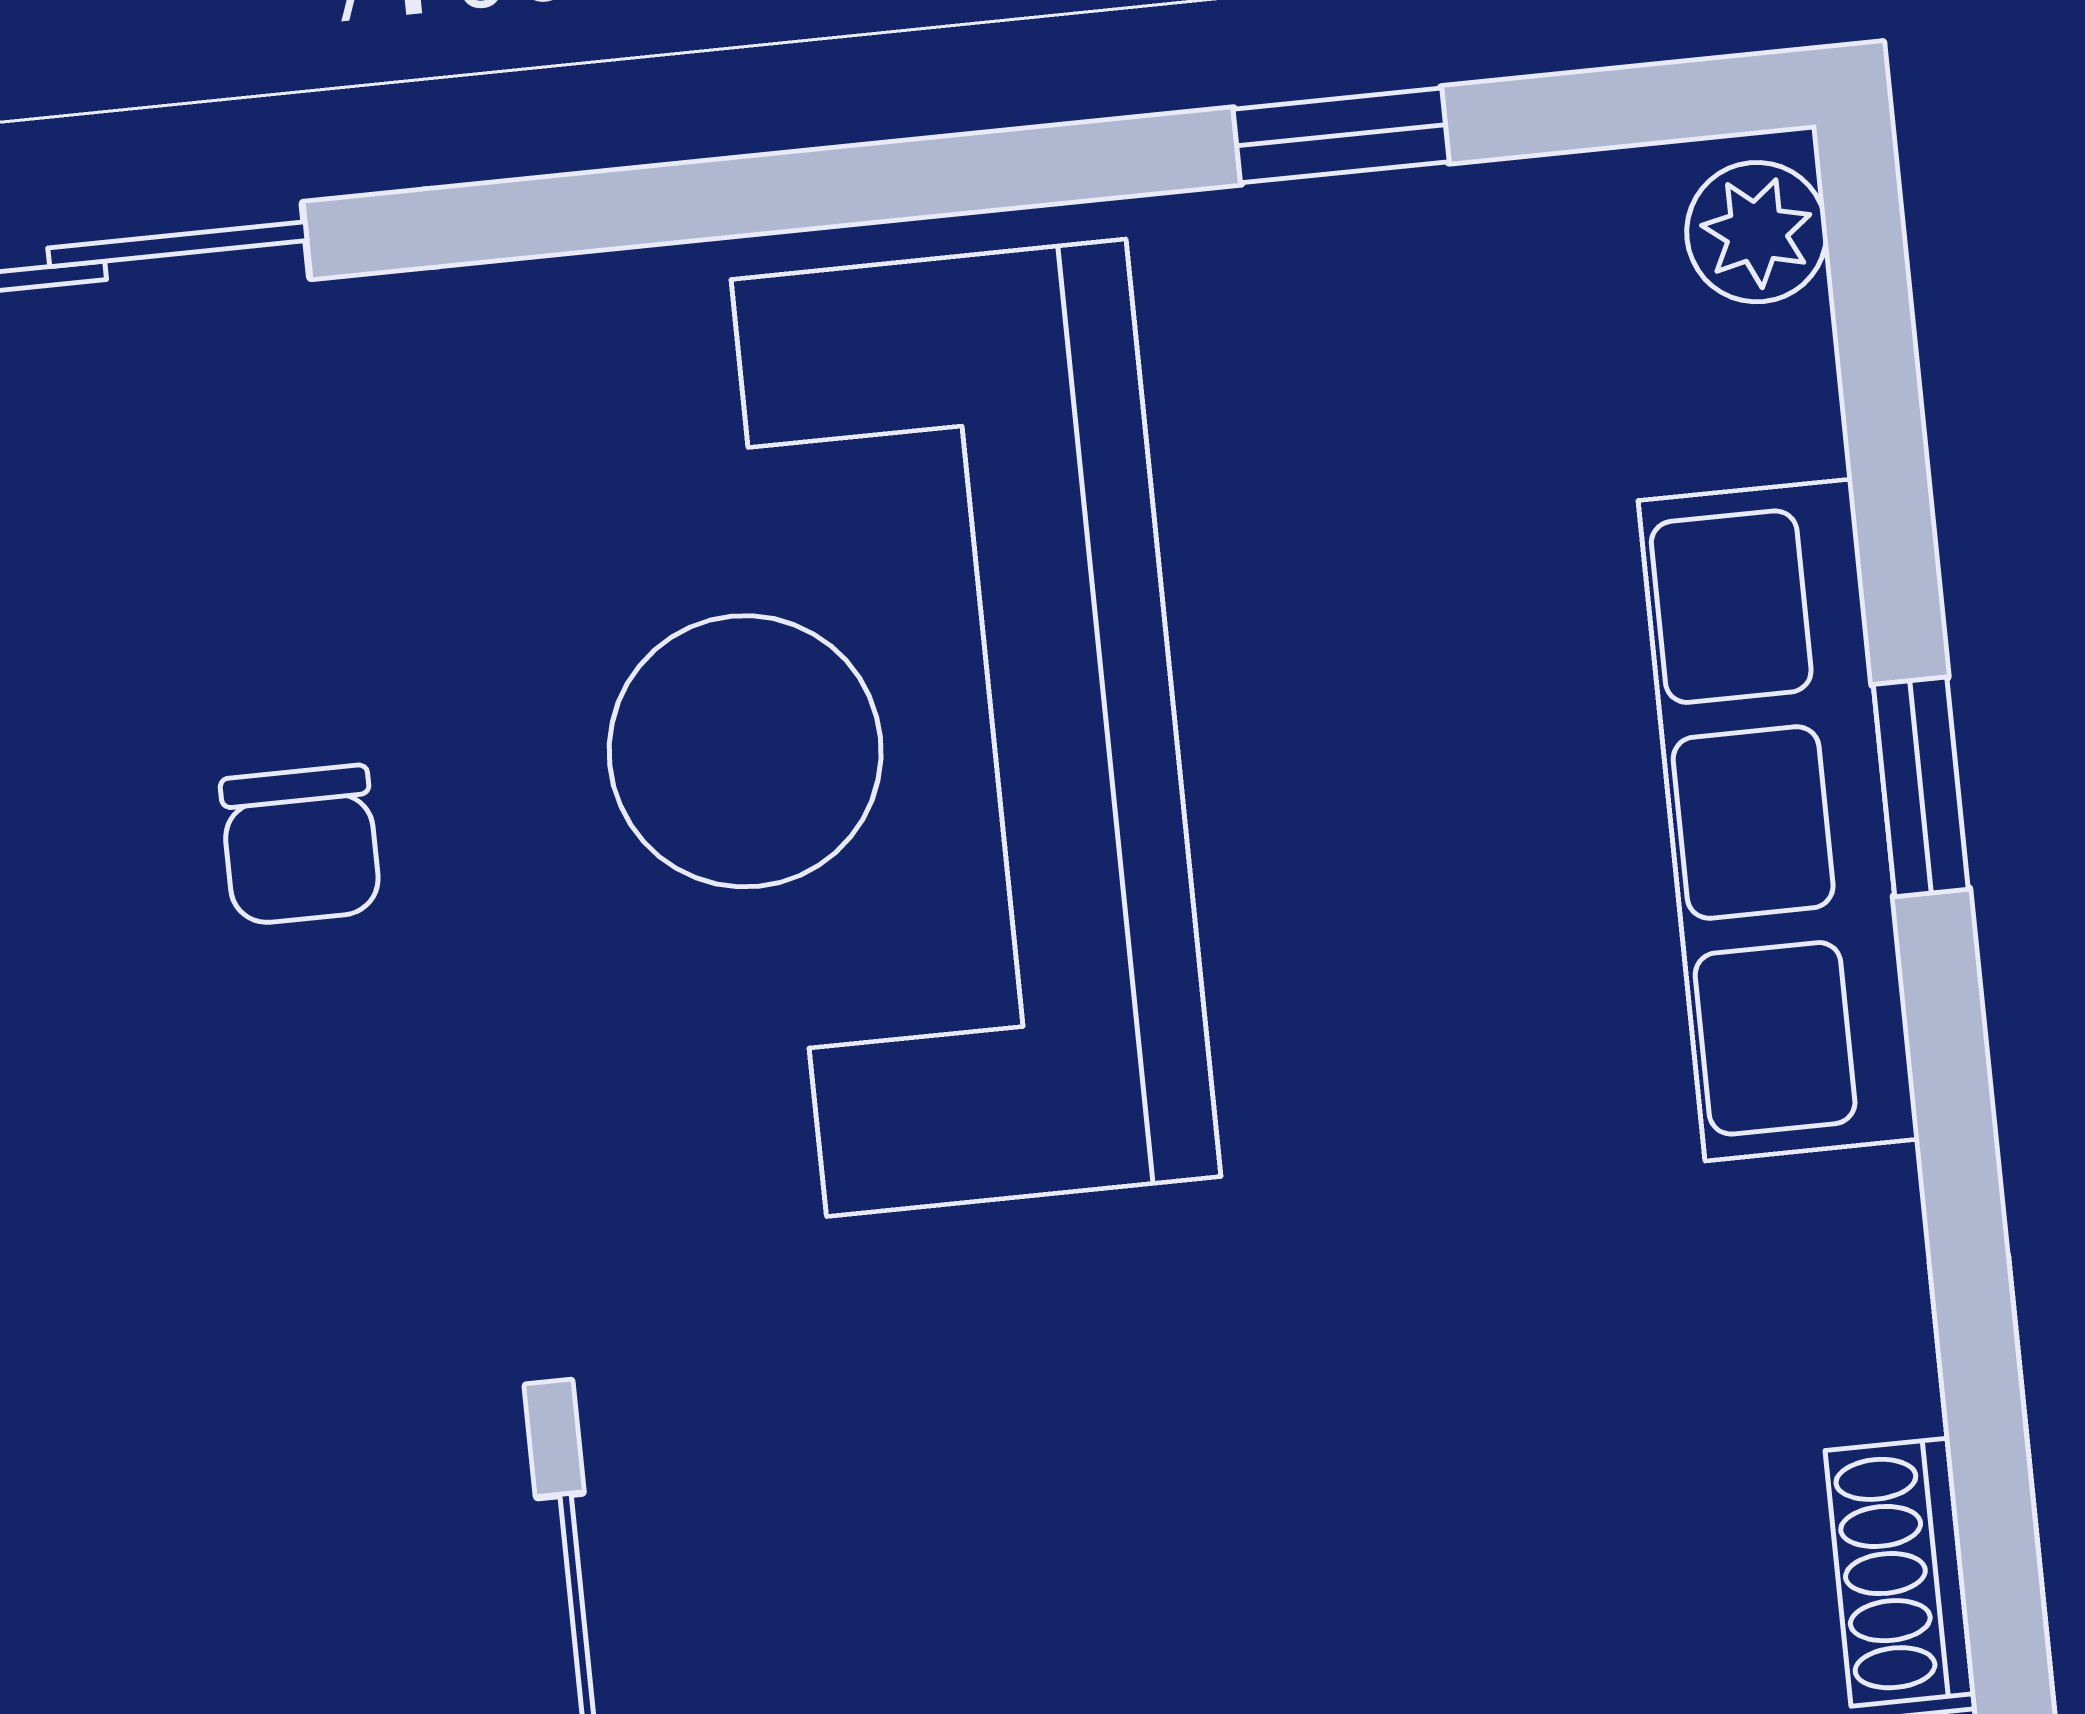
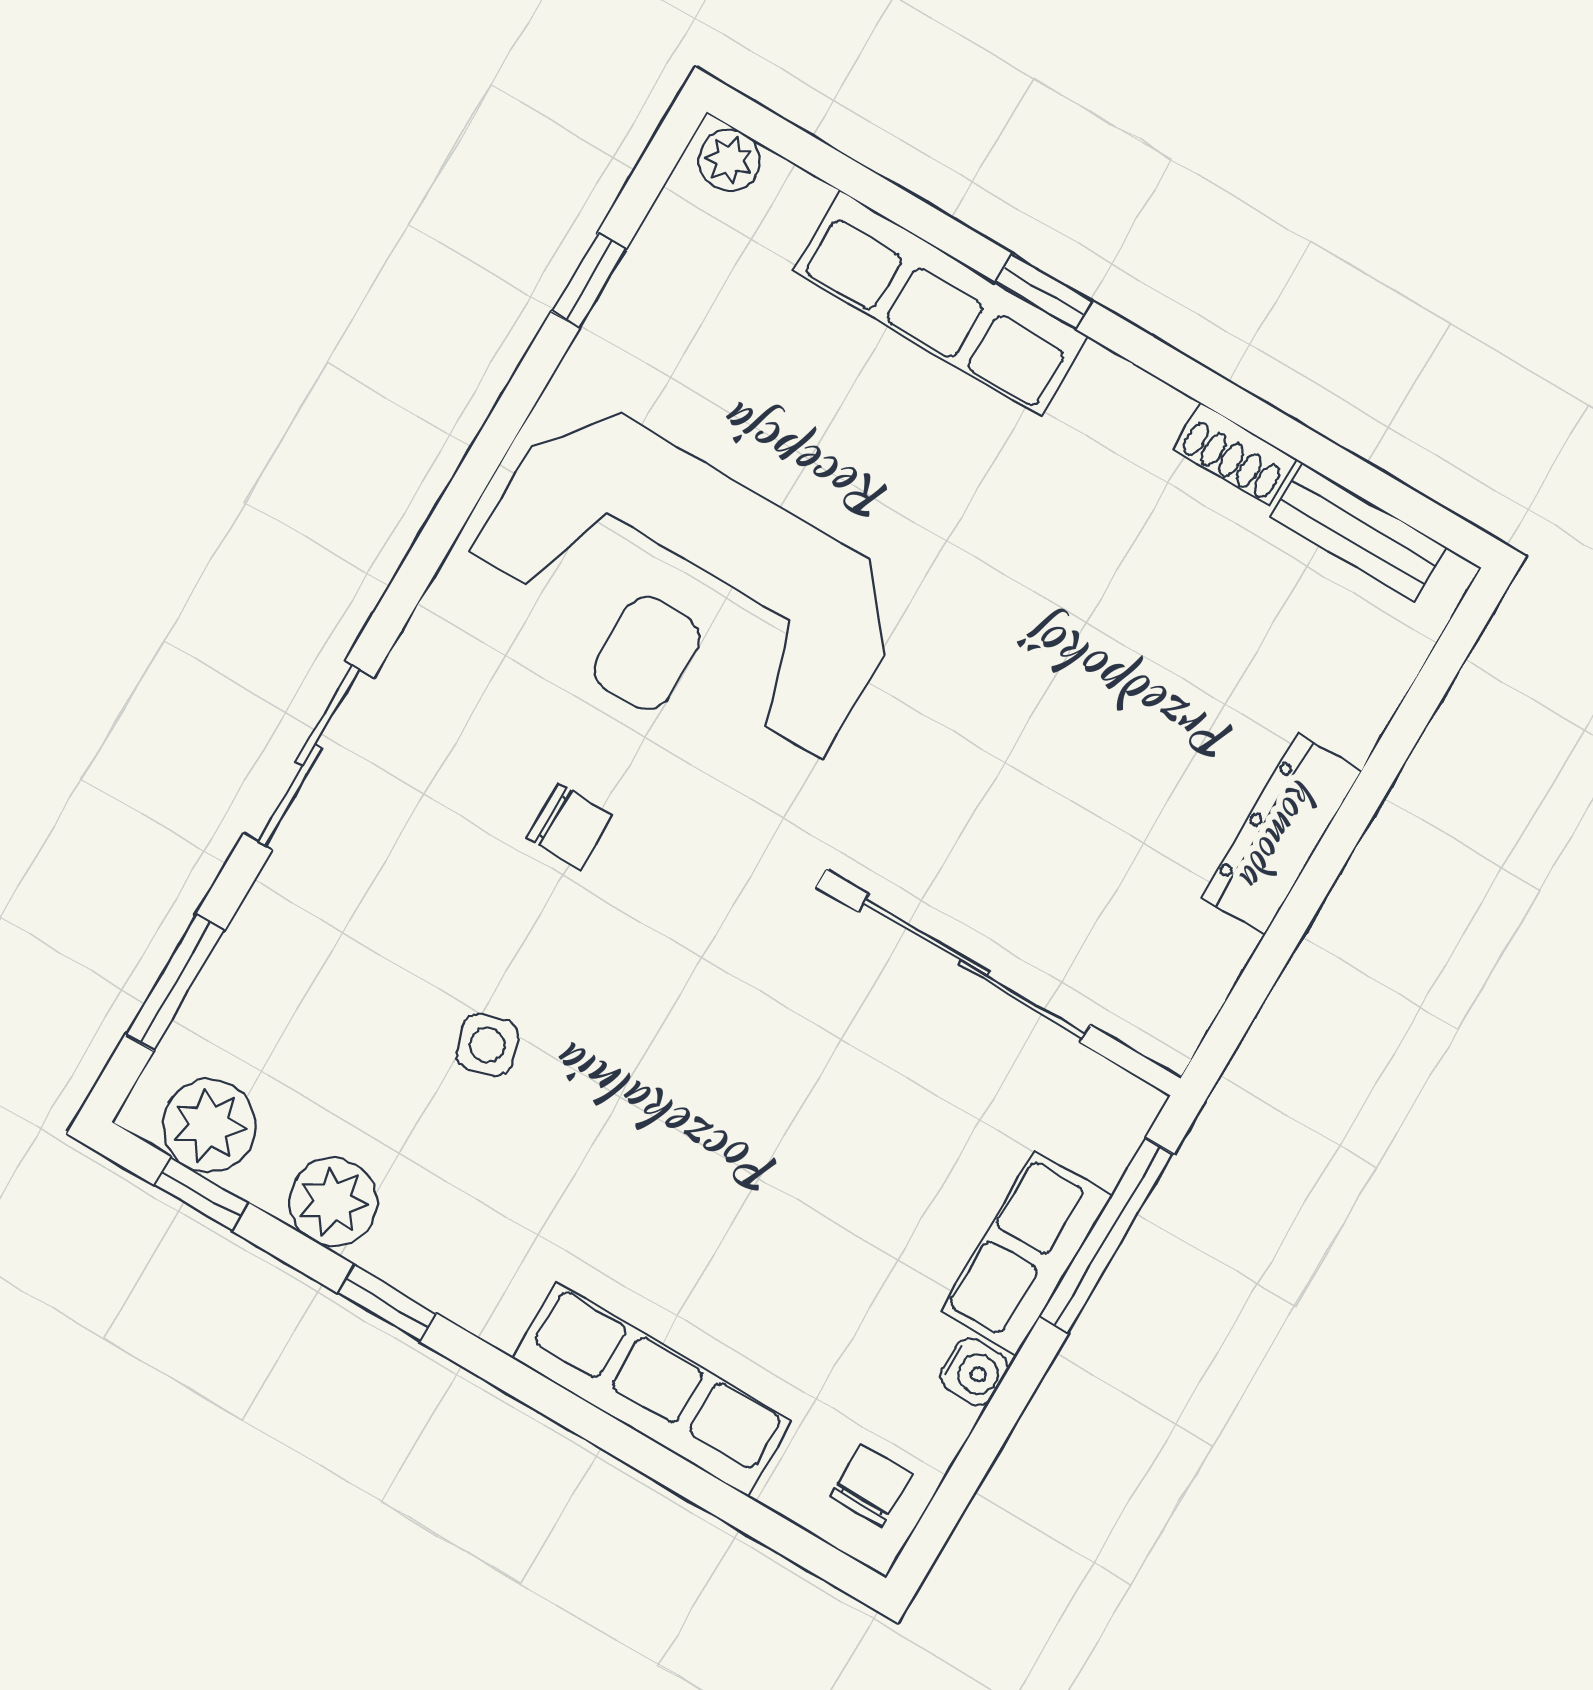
window: (1921, 787) -> (1044, 291), moved

